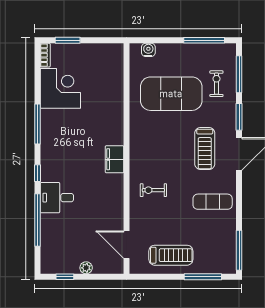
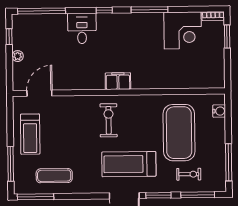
treadmill: (205, 149) -> (129, 164), width x1.37, depth x1.38
exercise bike: (153, 190) -> (109, 120), moved, width x1.38, depth x1.39
exercise mat: (213, 202) -> (54, 176), moved, turned 90
window: (37, 220) -> (41, 11), moved

